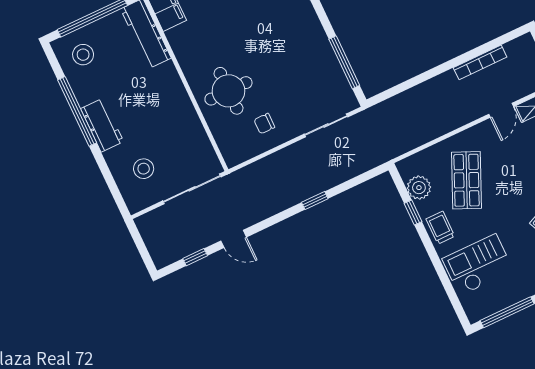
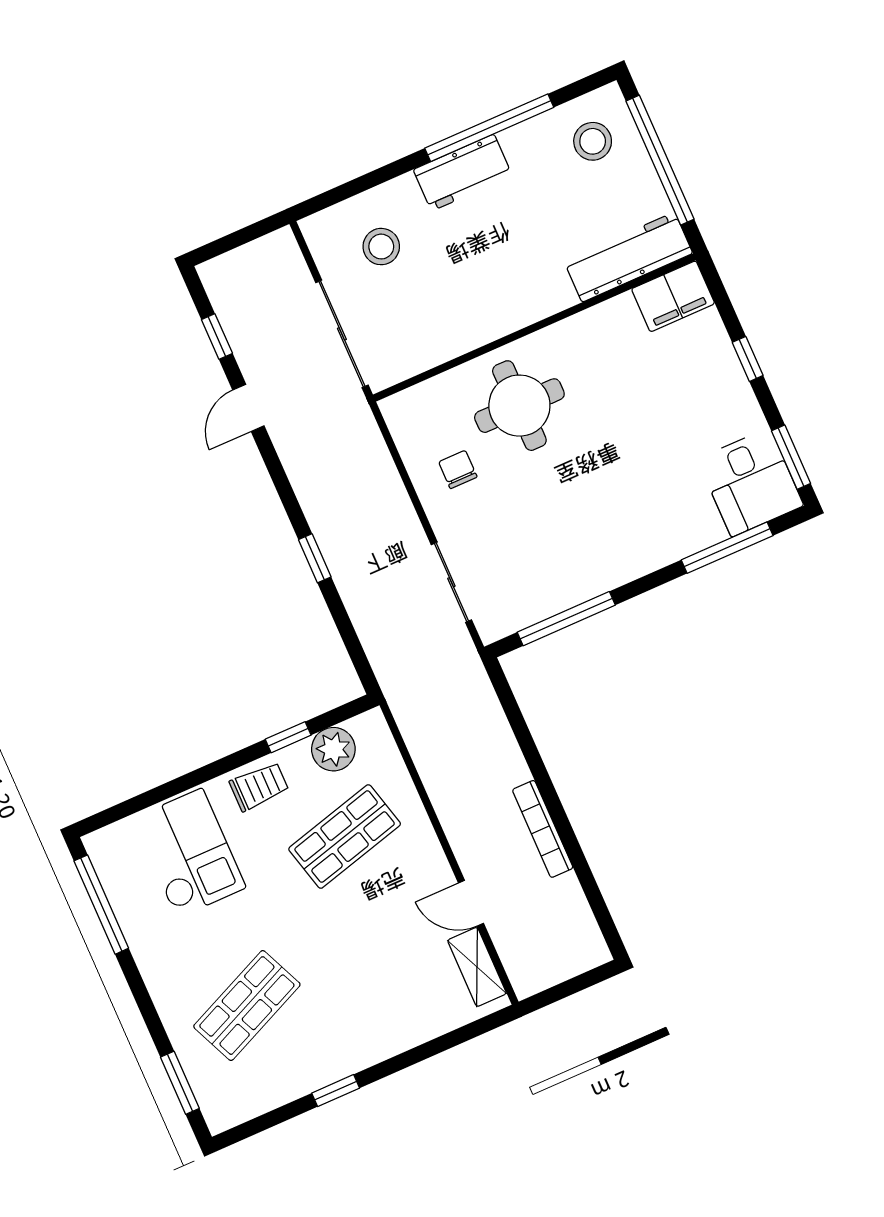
bookcase: (480, 62) -> (543, 829), moved
shop shelf: (466, 180) -> (345, 837), turned -39

